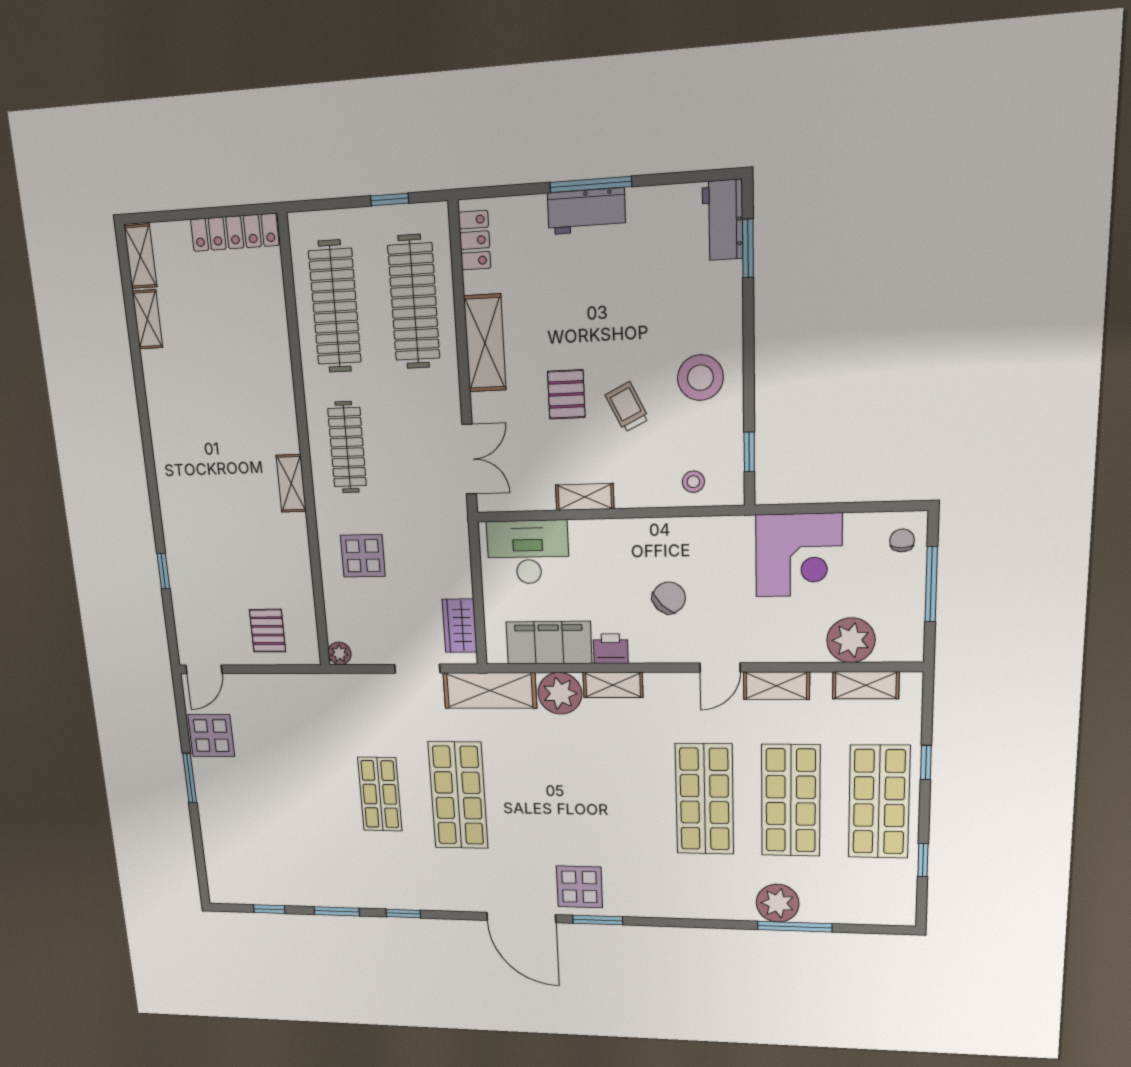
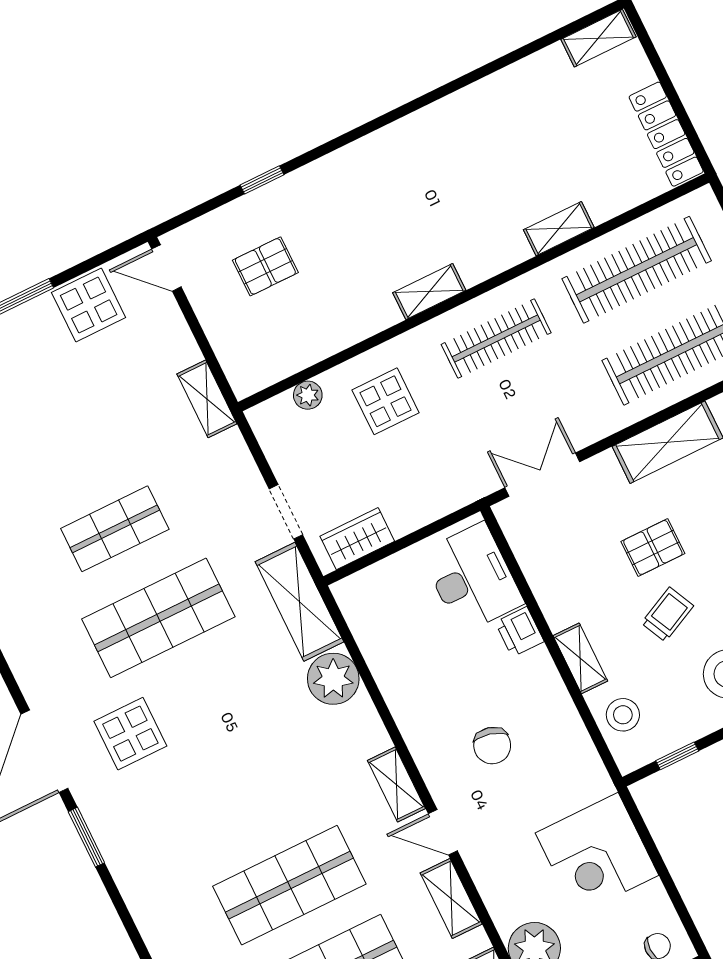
shelving: (147, 319) -> (559, 229), moved
double door: (469, 459) -> (542, 475), swing flipped
stool: (693, 482) -> (623, 715), width x1.37, depth x1.37
shelving: (585, 497) -> (580, 658), moved
chair: (669, 598) -> (492, 746), turned 59
pallet: (268, 631) -> (265, 266), moved
filing cabinet: (549, 643) -> (384, 642), removed
printer: (611, 649) -> (520, 632), moved, turned 180
plant: (339, 653) -> (308, 395), moved
shelving: (613, 685) -> (396, 785), moved
shelving: (310, 686) -> (207, 399), added
display table: (579, 887) -> (130, 734), moved

